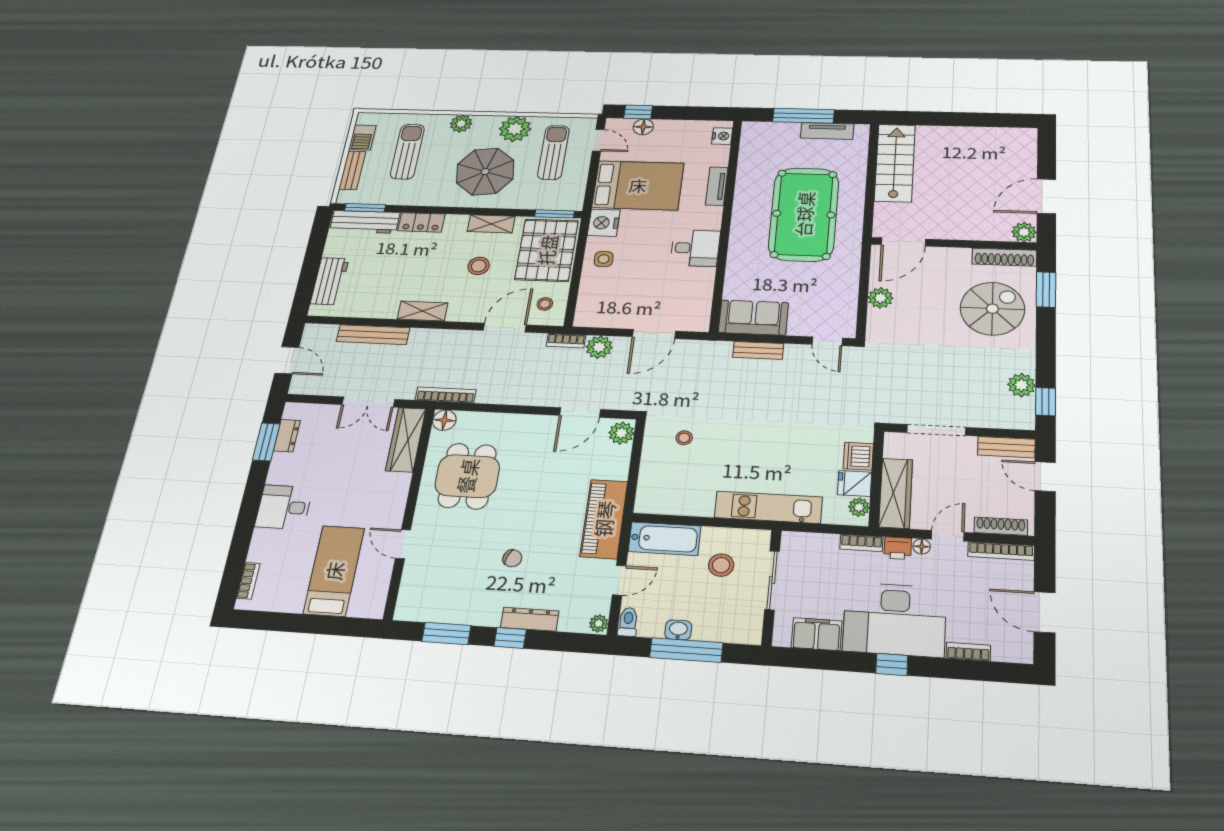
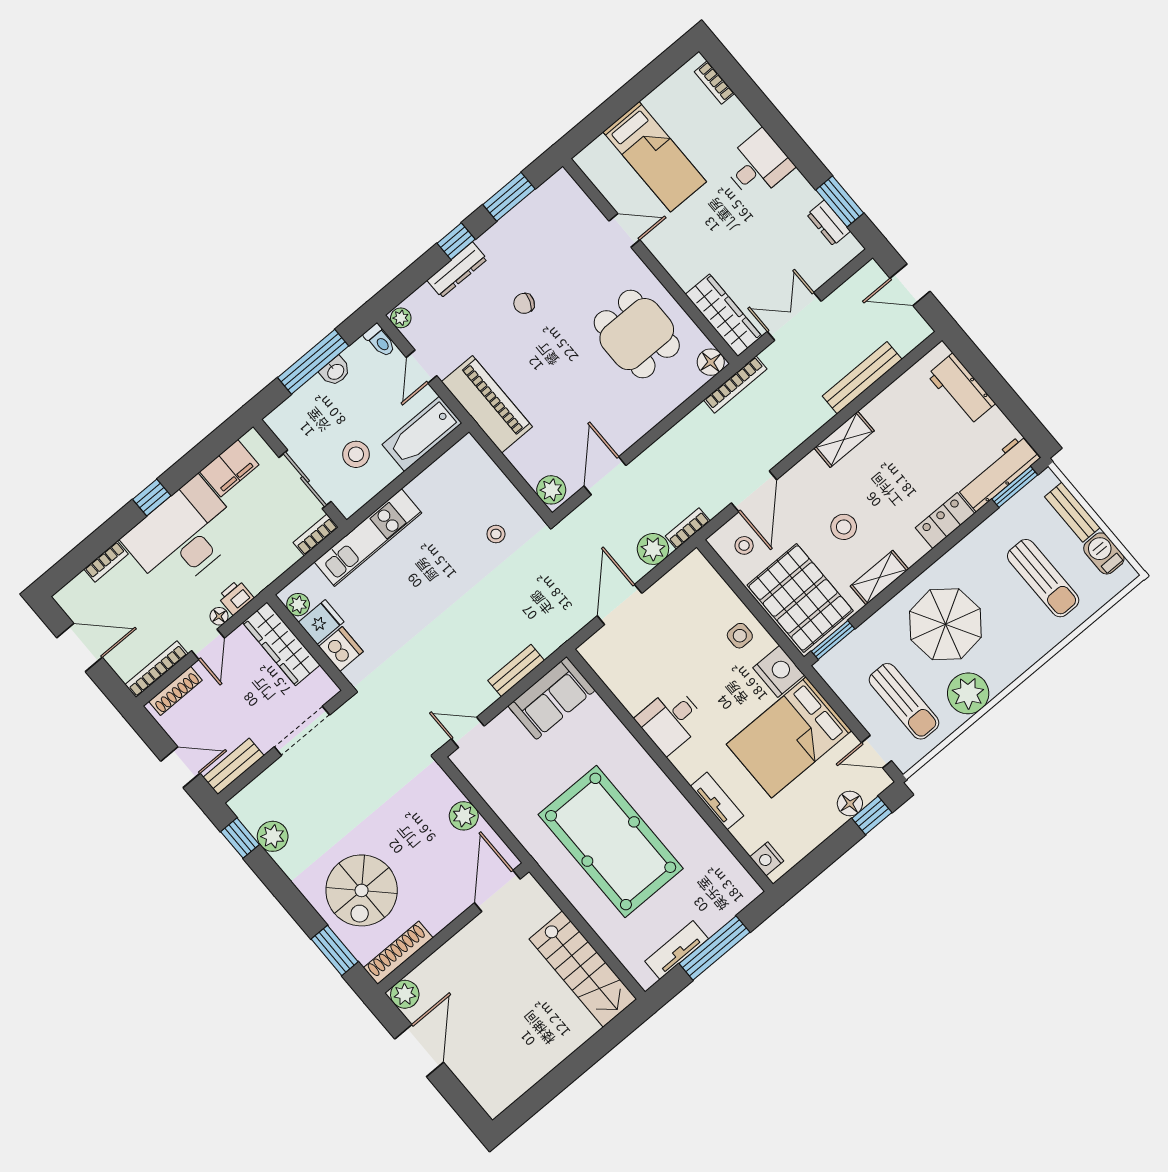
plant: (461, 124) -> (1026, 653), removed
bookcase: (861, 543) -> (316, 535), moved

